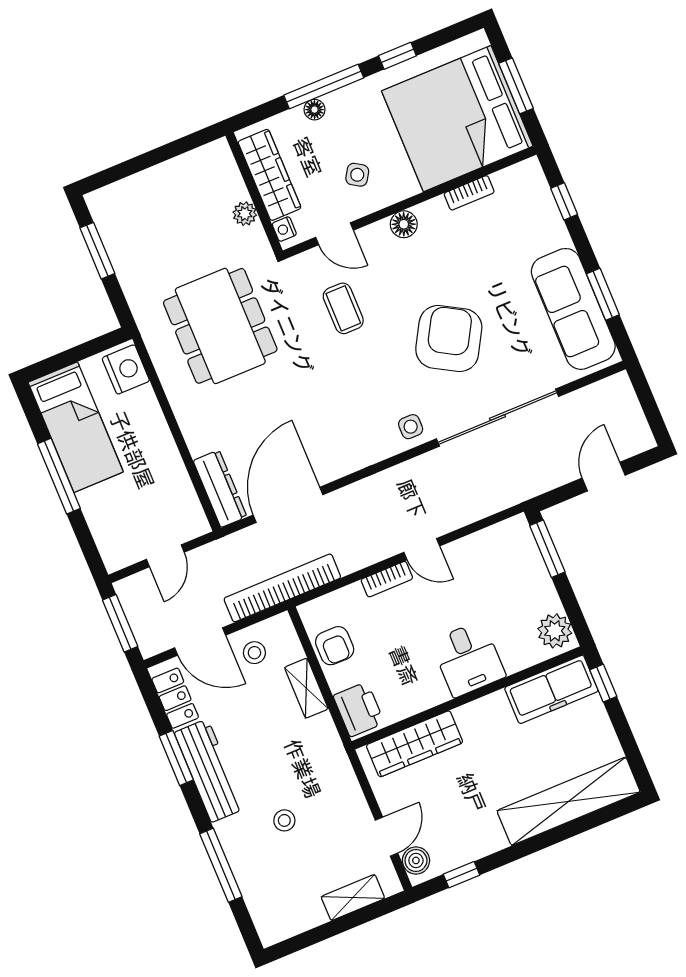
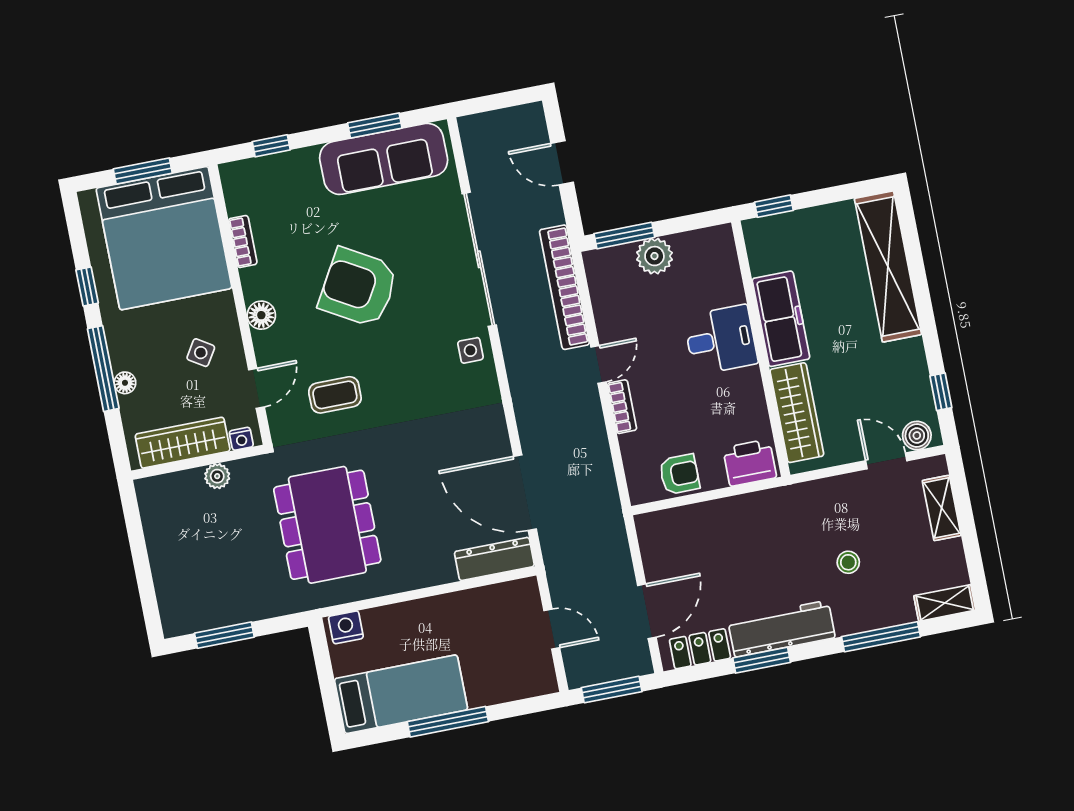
dining table: (220, 326) -> (327, 525), turned 90
armchair: (449, 338) -> (358, 287), moved
nightstand: (126, 369) -> (346, 627), width x0.74, depth x0.75
bookcase: (282, 588) -> (564, 287), moved
plant: (555, 631) -> (654, 256), moved
stool: (254, 653) -> (670, 558), removed
shelving: (306, 688) -> (945, 603), moved
freezer: (551, 689) -> (781, 319), moved

